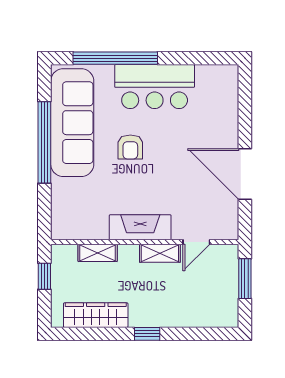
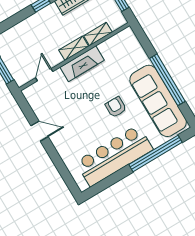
bar counter: (155, 87) -> (114, 156), width x1.36
door: (245, 174) -> (40, 131), width x0.53
shelving: (160, 253) -> (74, 48), moved

